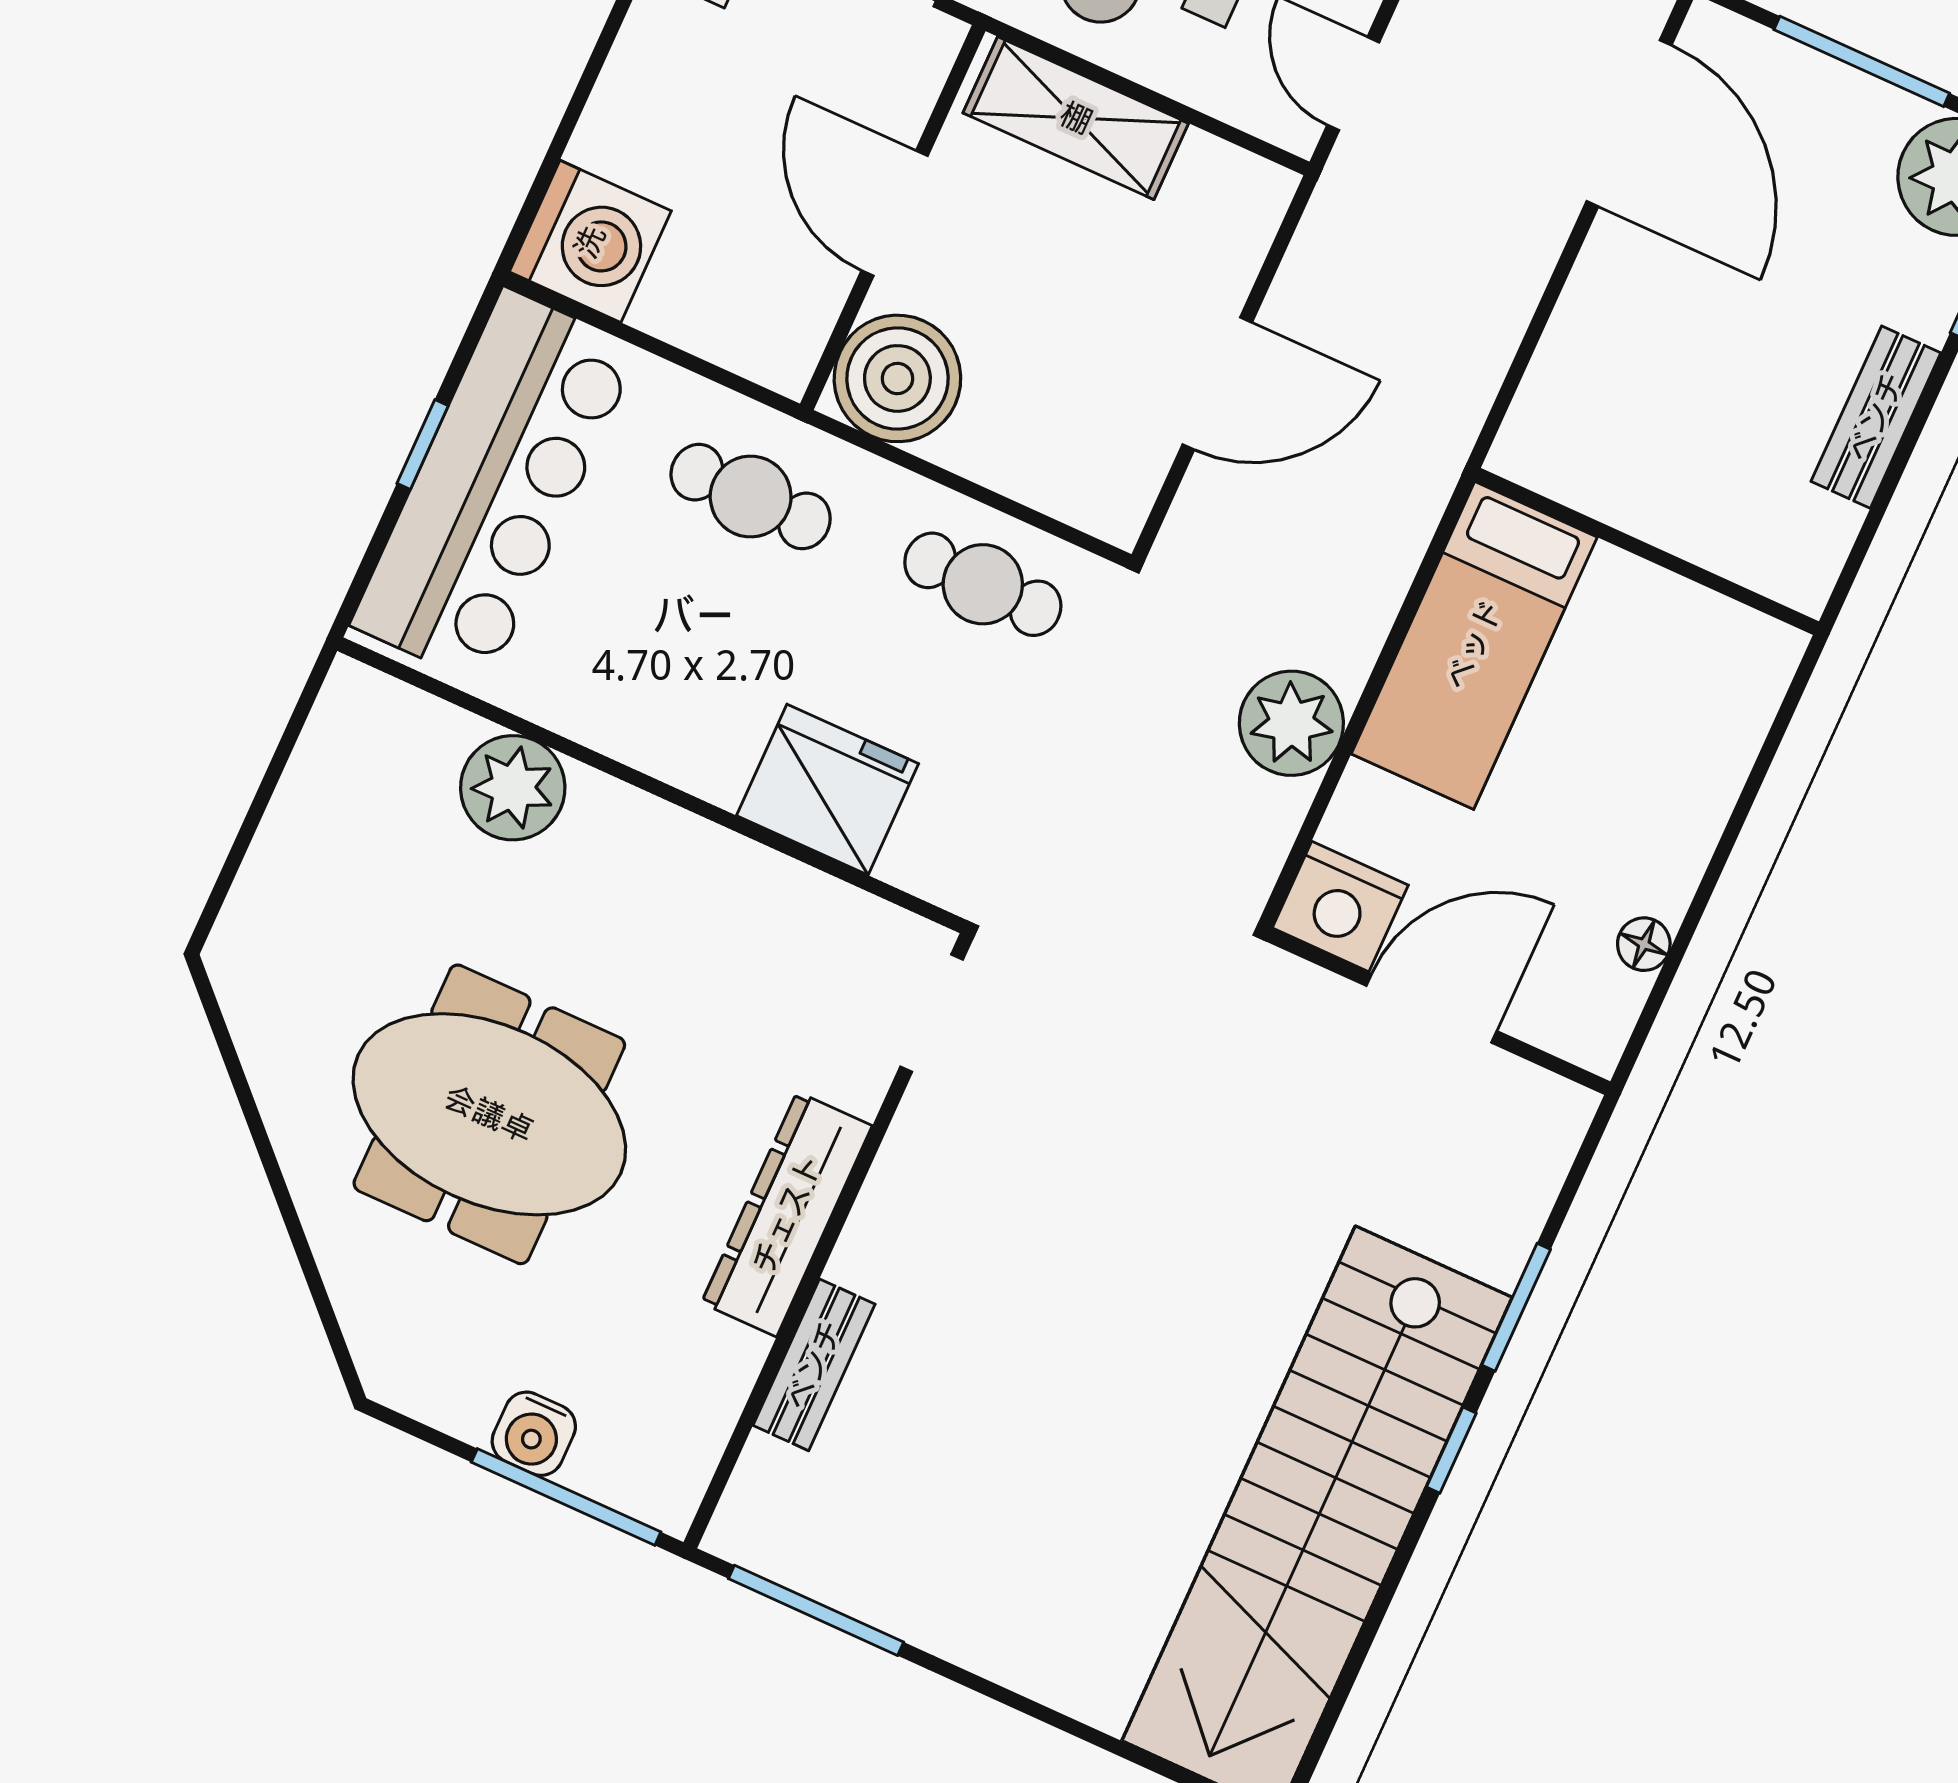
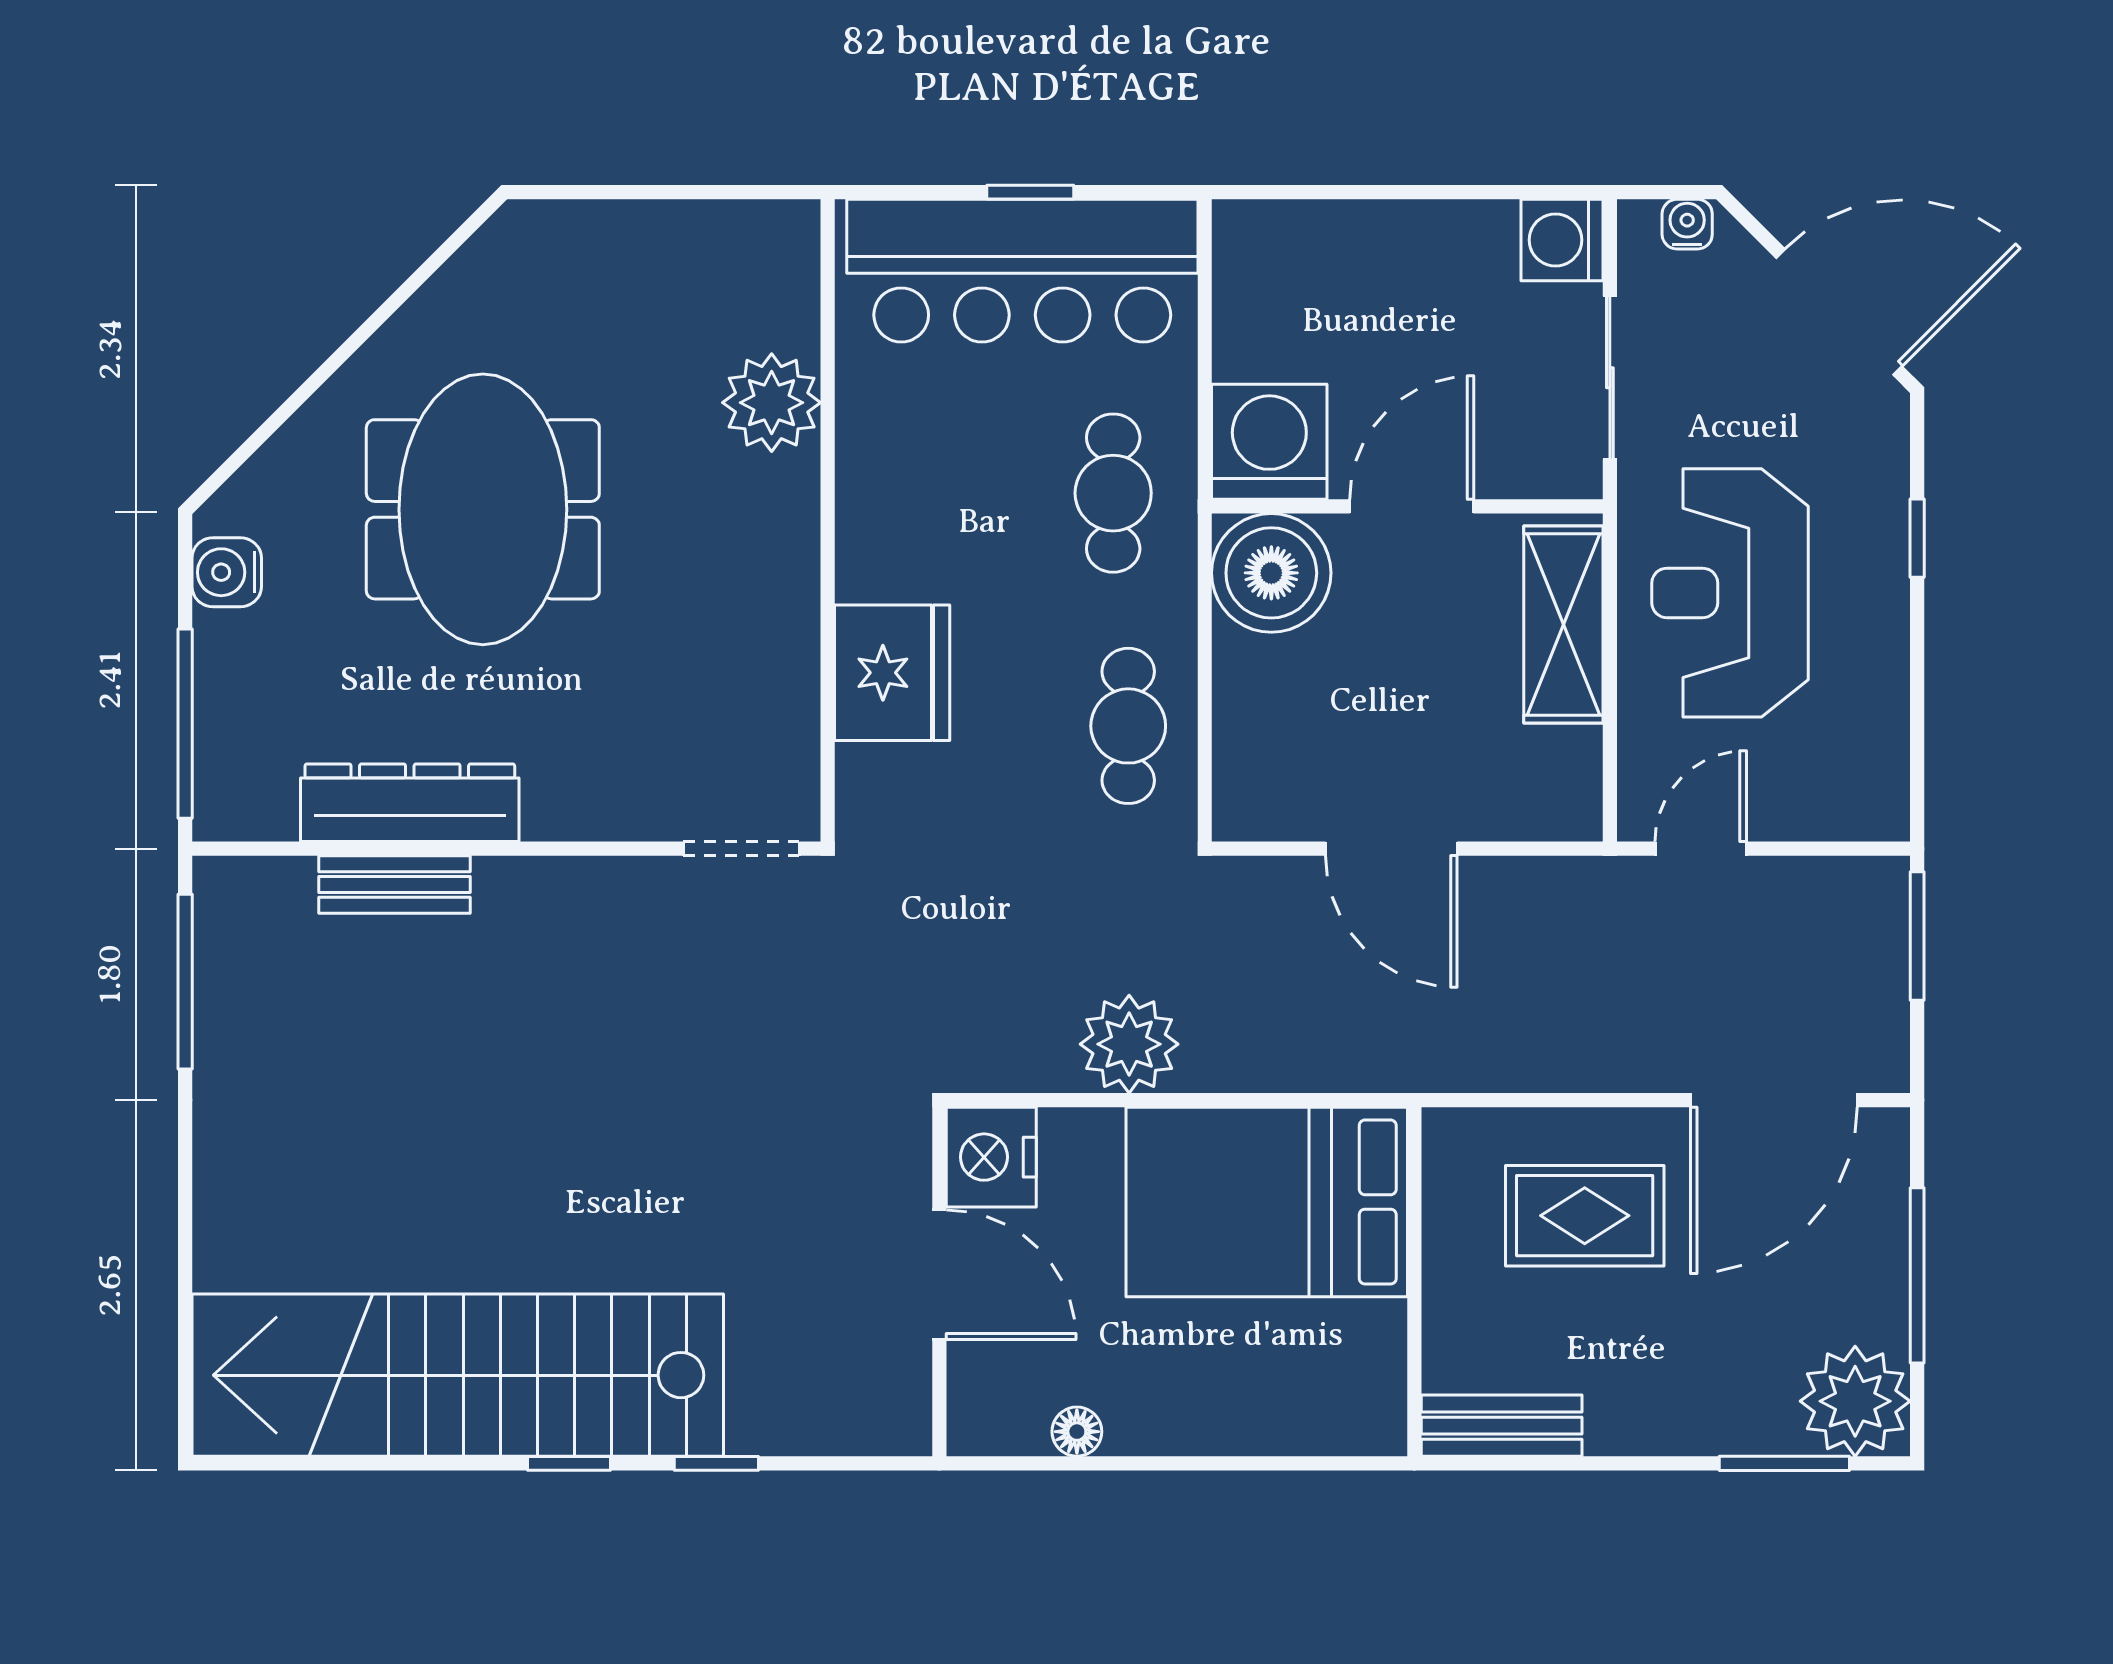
washing machine: (590, 241) -> (1269, 442), moved, turned 180
rug: (1658, 357) -> (1585, 1216), added
bench: (1876, 417) -> (1502, 1426), moved
bed: (1474, 645) -> (1267, 1202), width x1.50
dresser: (787, 1214) -> (410, 803), moved
window: (1516, 1307) -> (716, 1463), width x0.67
water cooler: (534, 1434) -> (227, 572), moved

